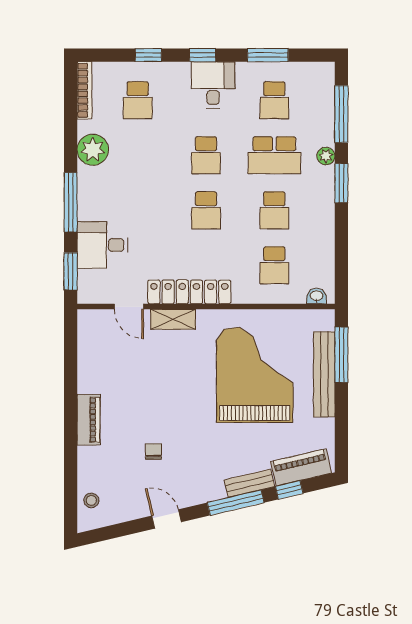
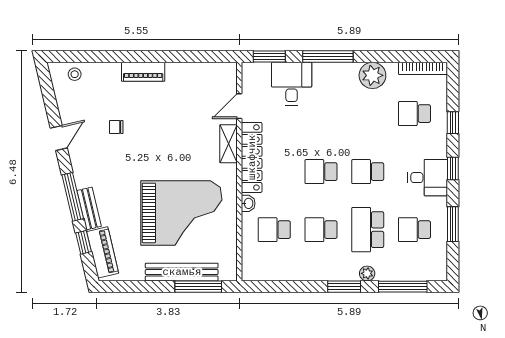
washbasin: (317, 296) -> (248, 203), moved
chair: (153, 451) -> (116, 127), turned 180

